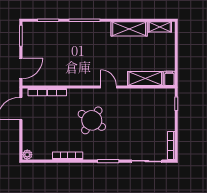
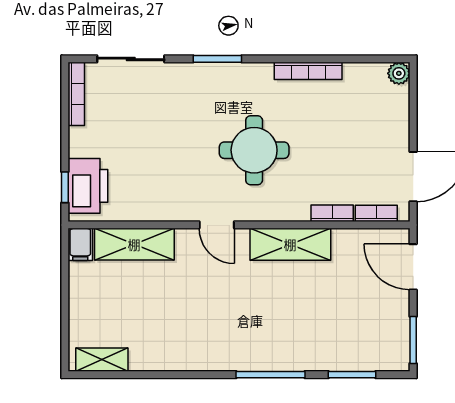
shelving: (129, 29) -> (290, 244), moved
door: (21, 68) -> (413, 267), hinge flipped
printer: (166, 104) -> (88, 186), added
round table: (92, 120) -> (254, 150), turned -33

